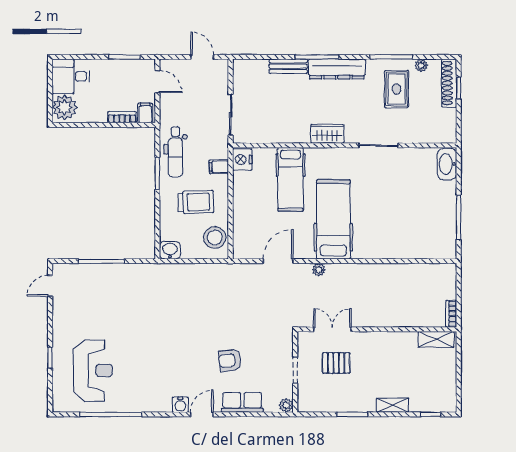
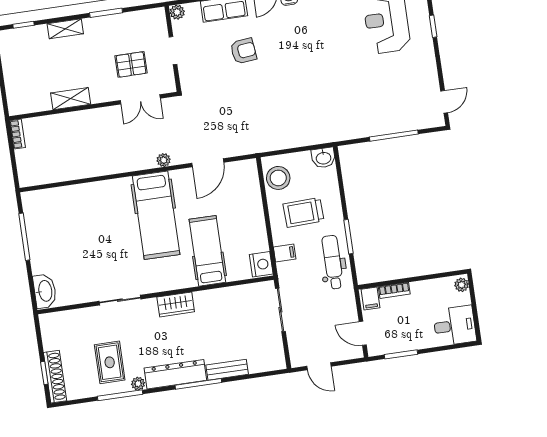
plant: (421, 65) -> (138, 384), moved
plant: (65, 107) -> (462, 285), width x0.53, depth x0.53
shelving: (436, 339) -> (71, 99), moved

